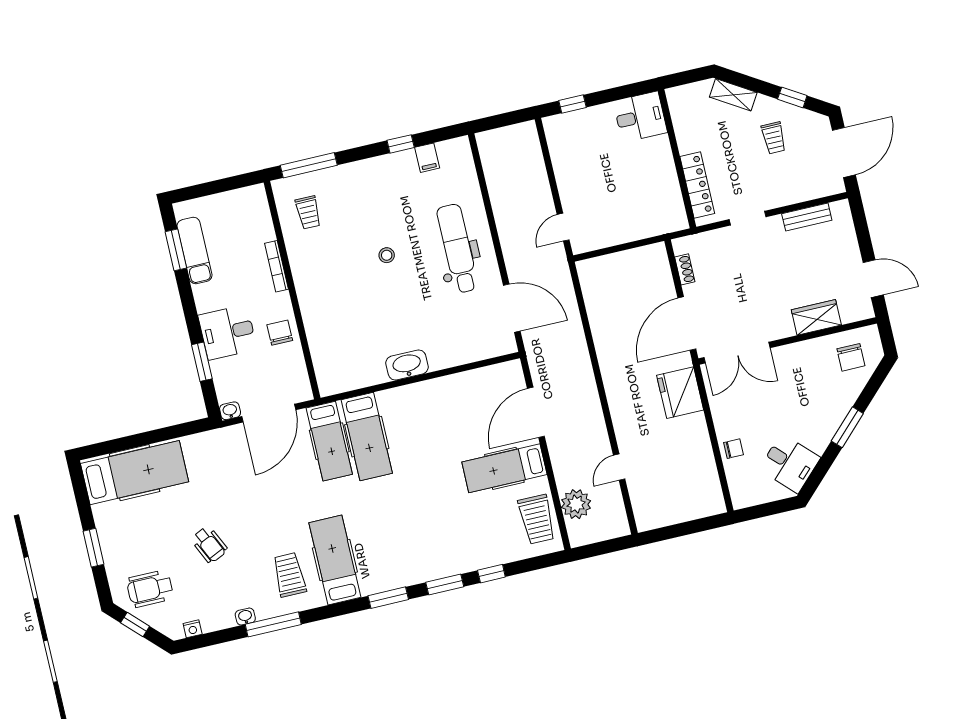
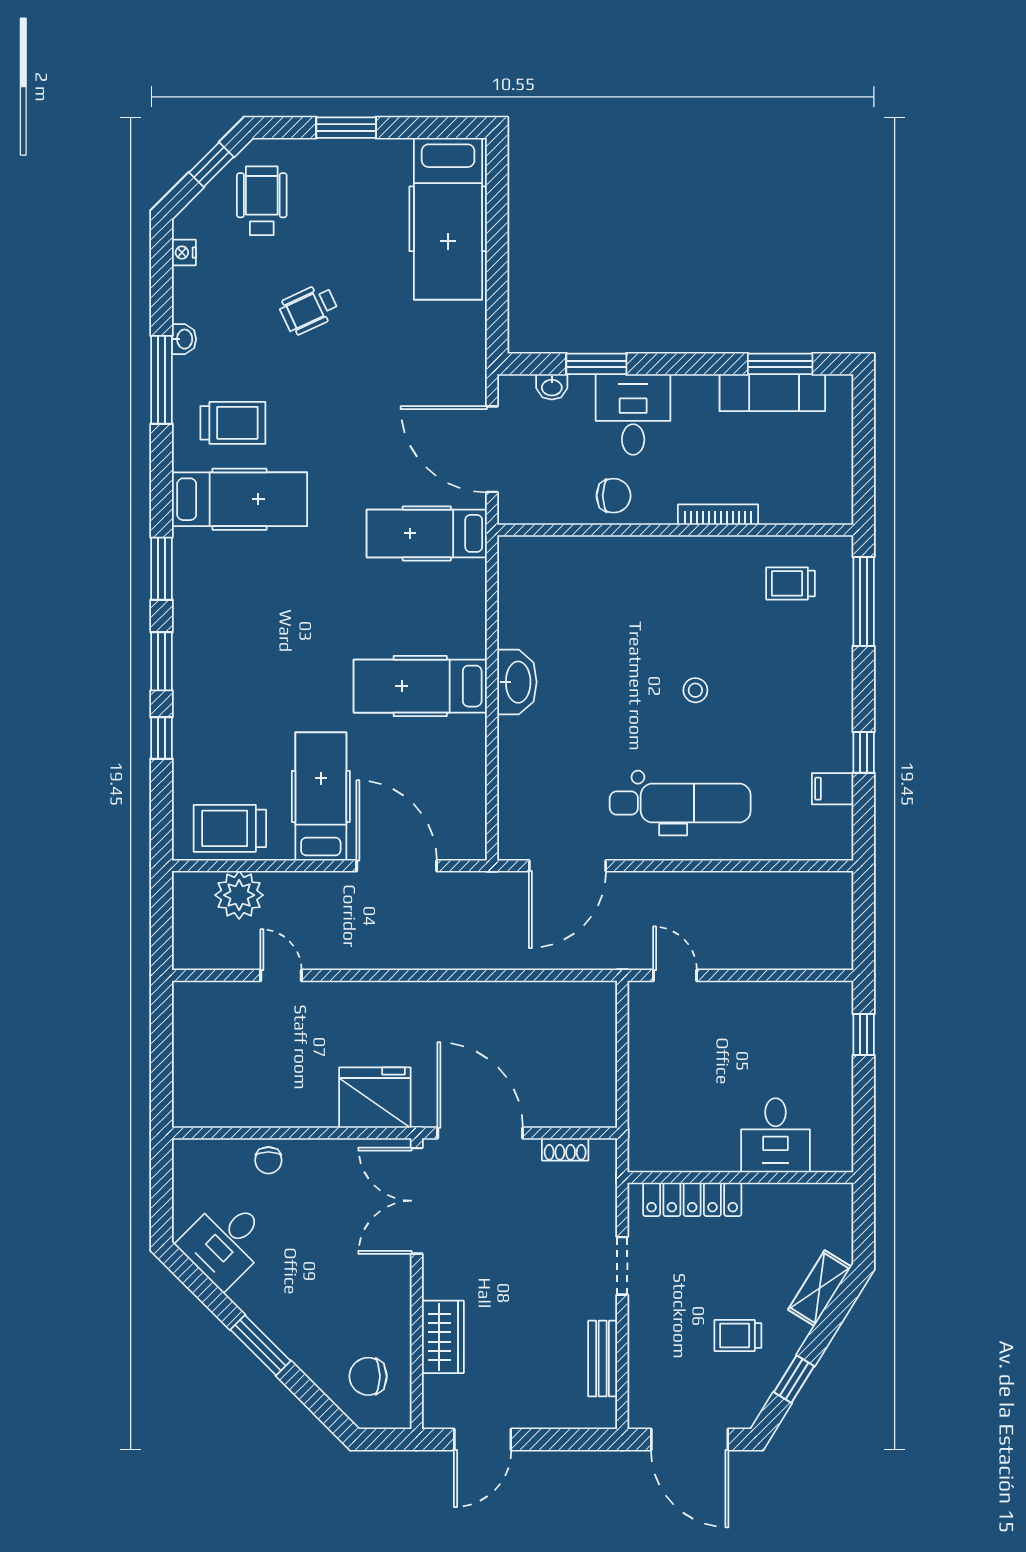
desk: (640, 117) -> (776, 1135), moved
washbasin: (230, 411) -> (552, 387), moved, turned 90
hospital bed: (367, 437) -> (420, 686), moved

